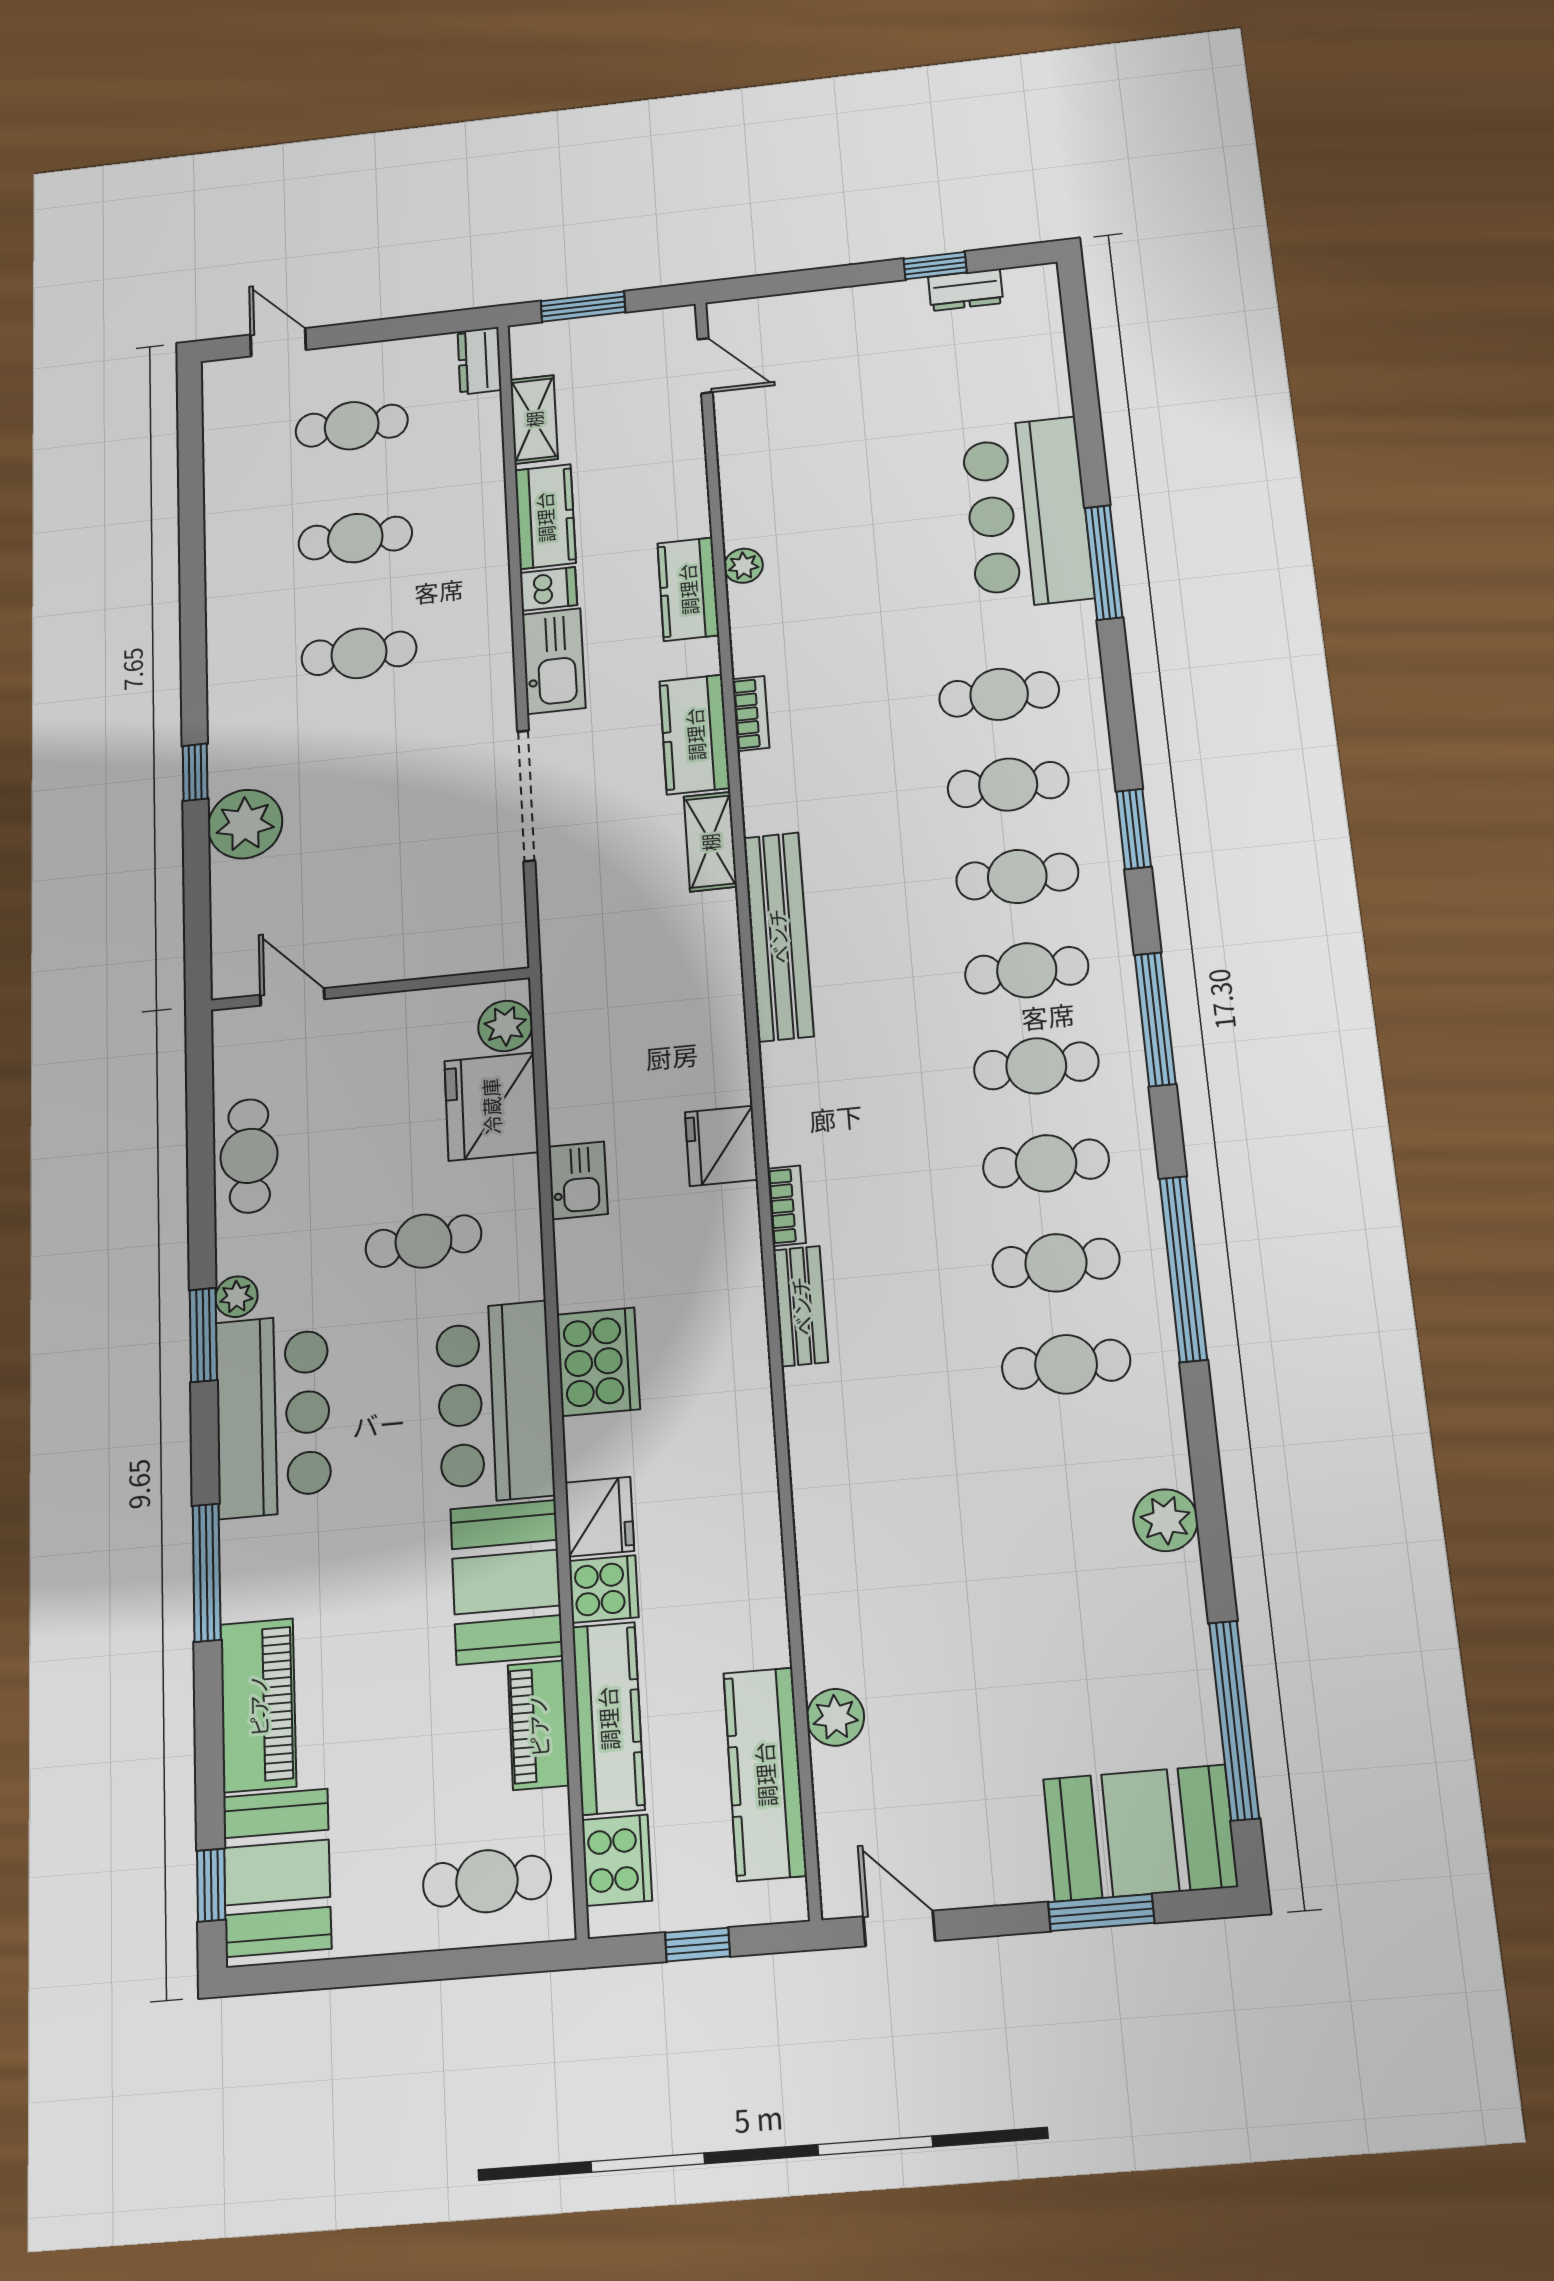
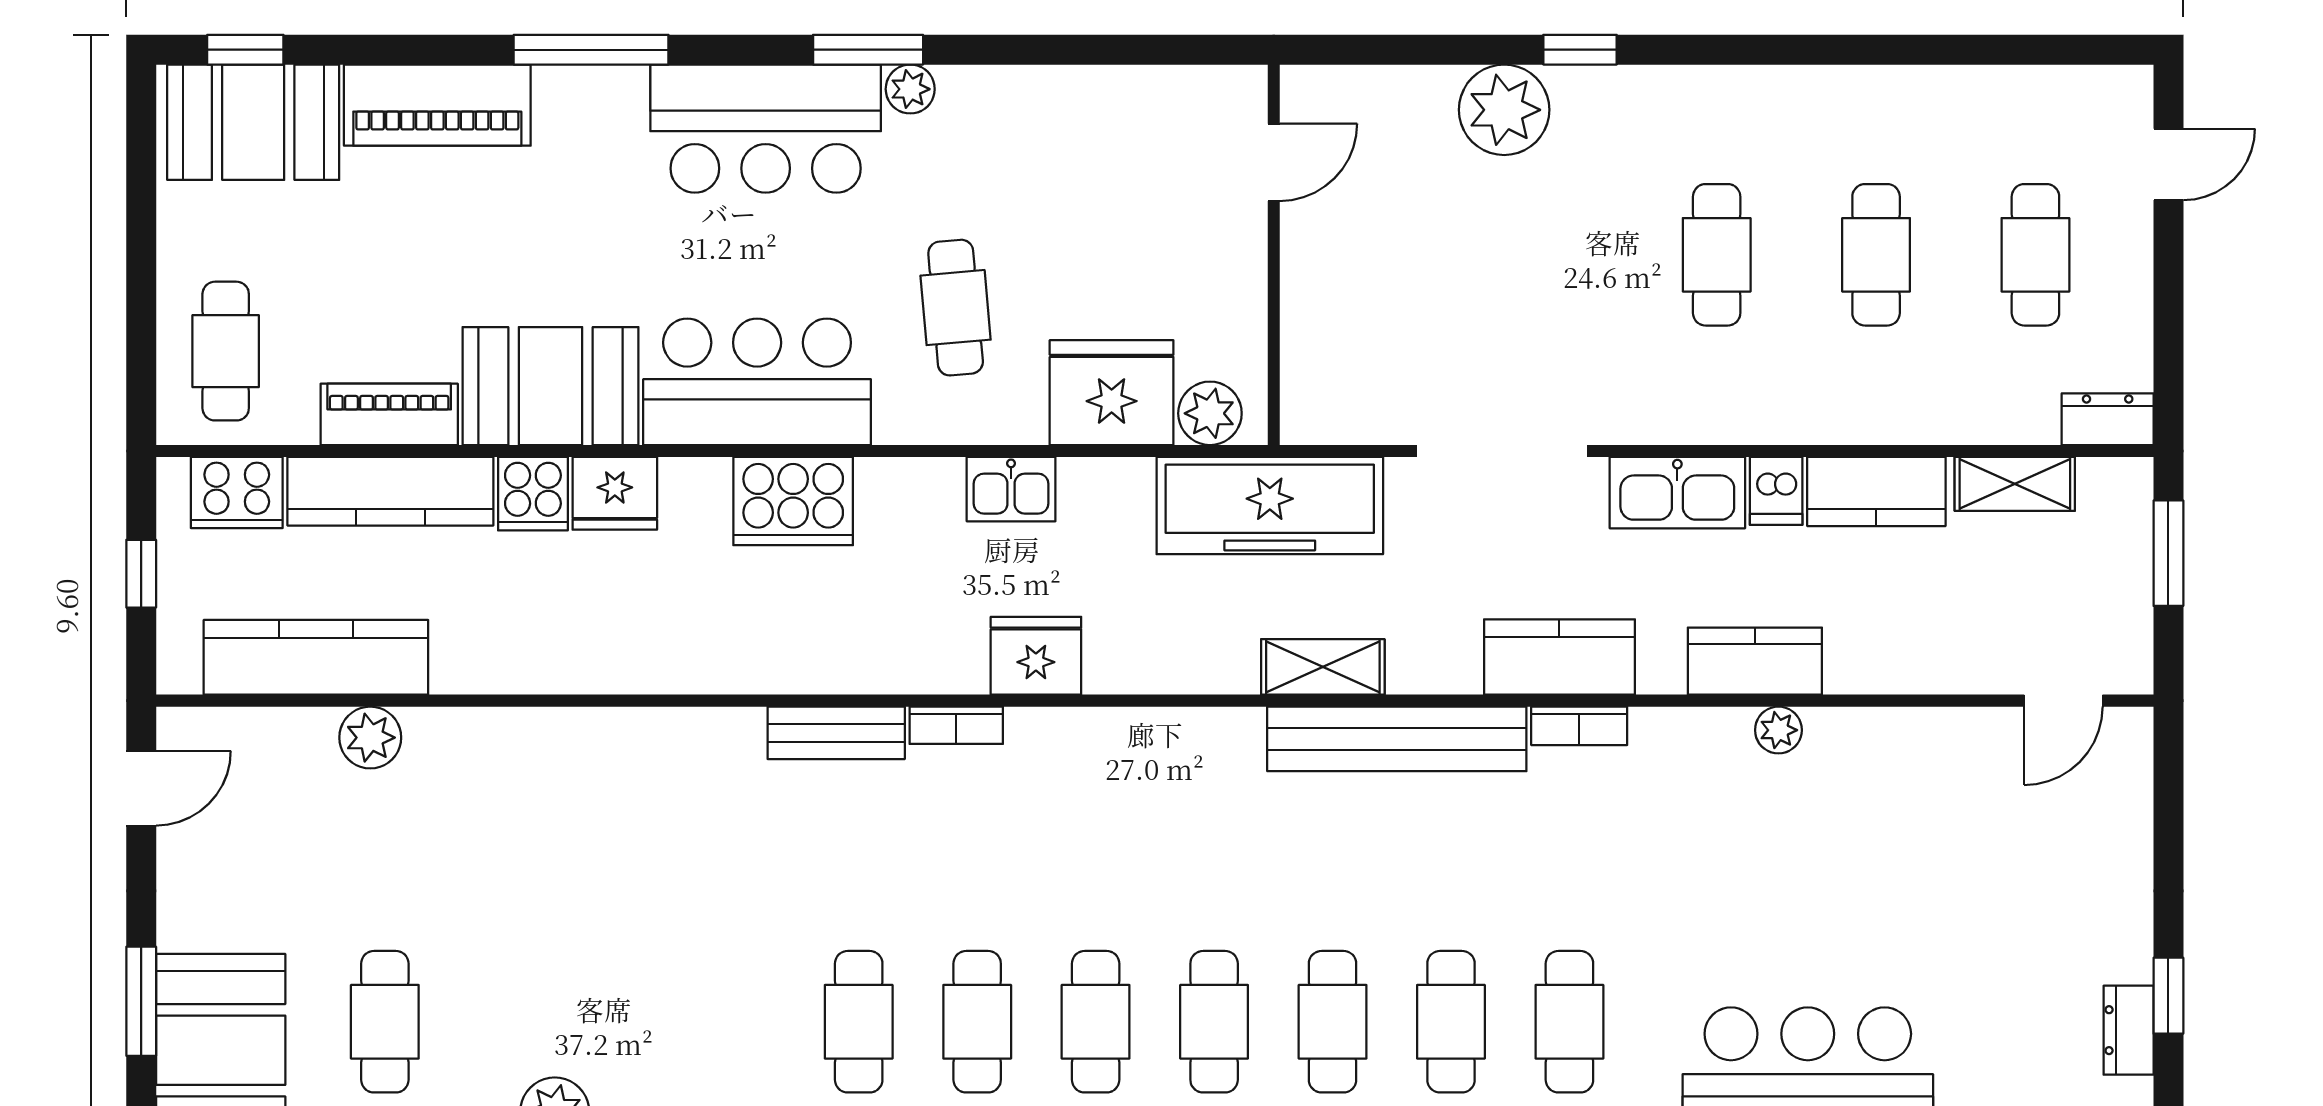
shelving: (710, 842) -> (1323, 667), moved
bench: (778, 936) -> (1397, 739), moved
freezer: (581, 971) -> (1270, 506), added
cafe table: (249, 1156) -> (1080, 107), removed
cafe table: (1066, 1364) -> (385, 1022), moved

